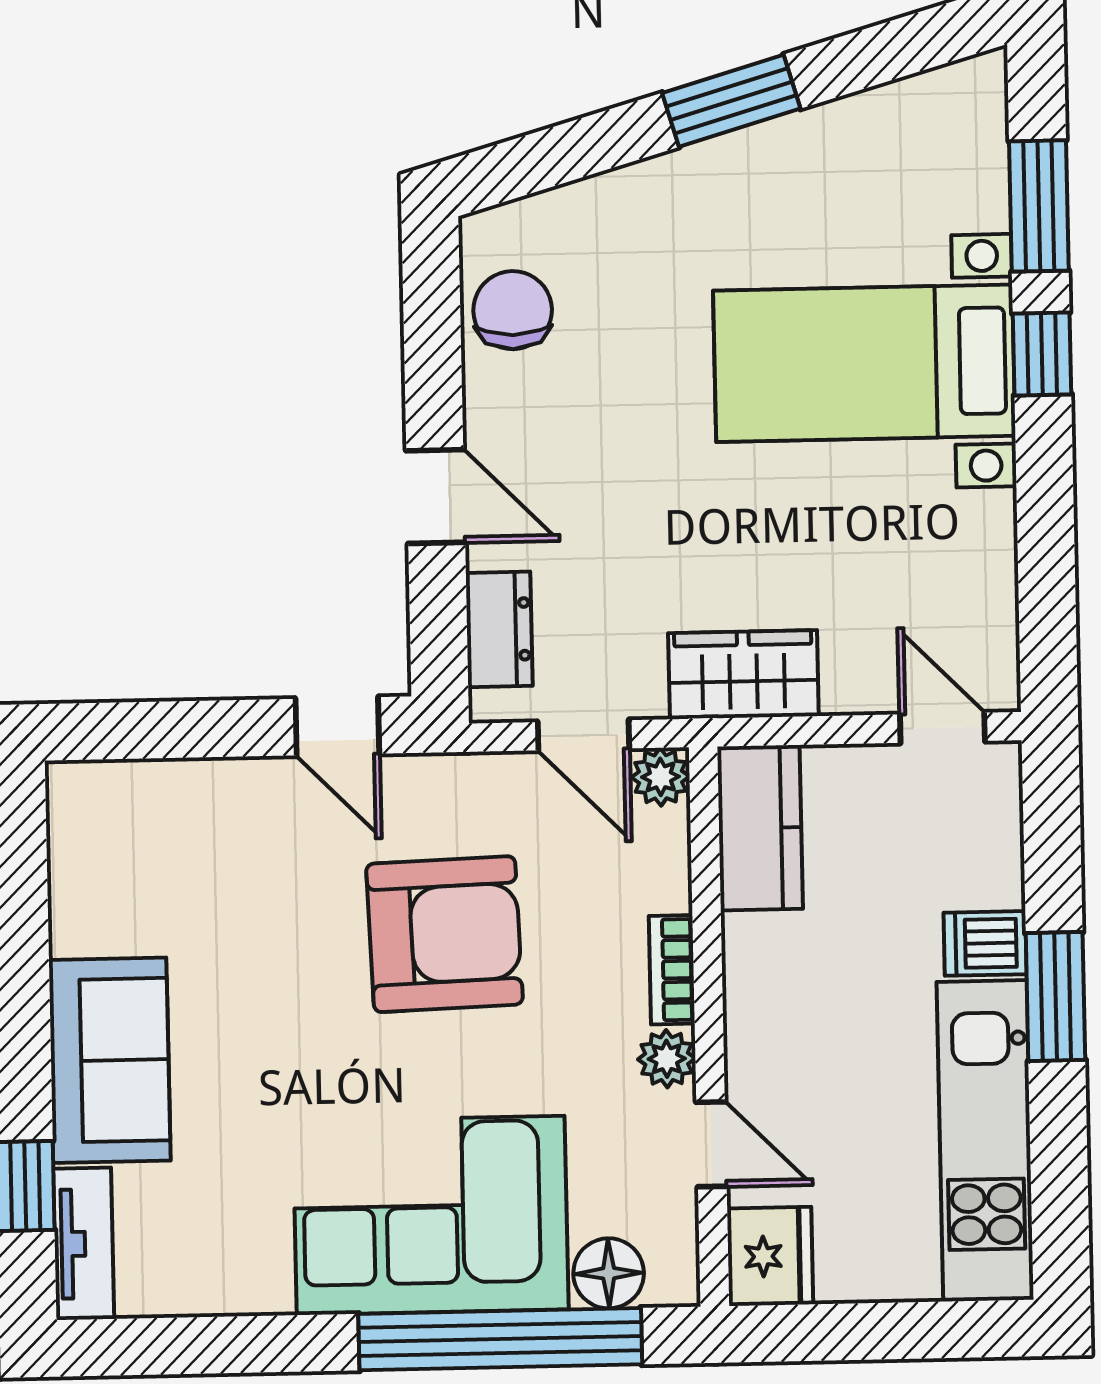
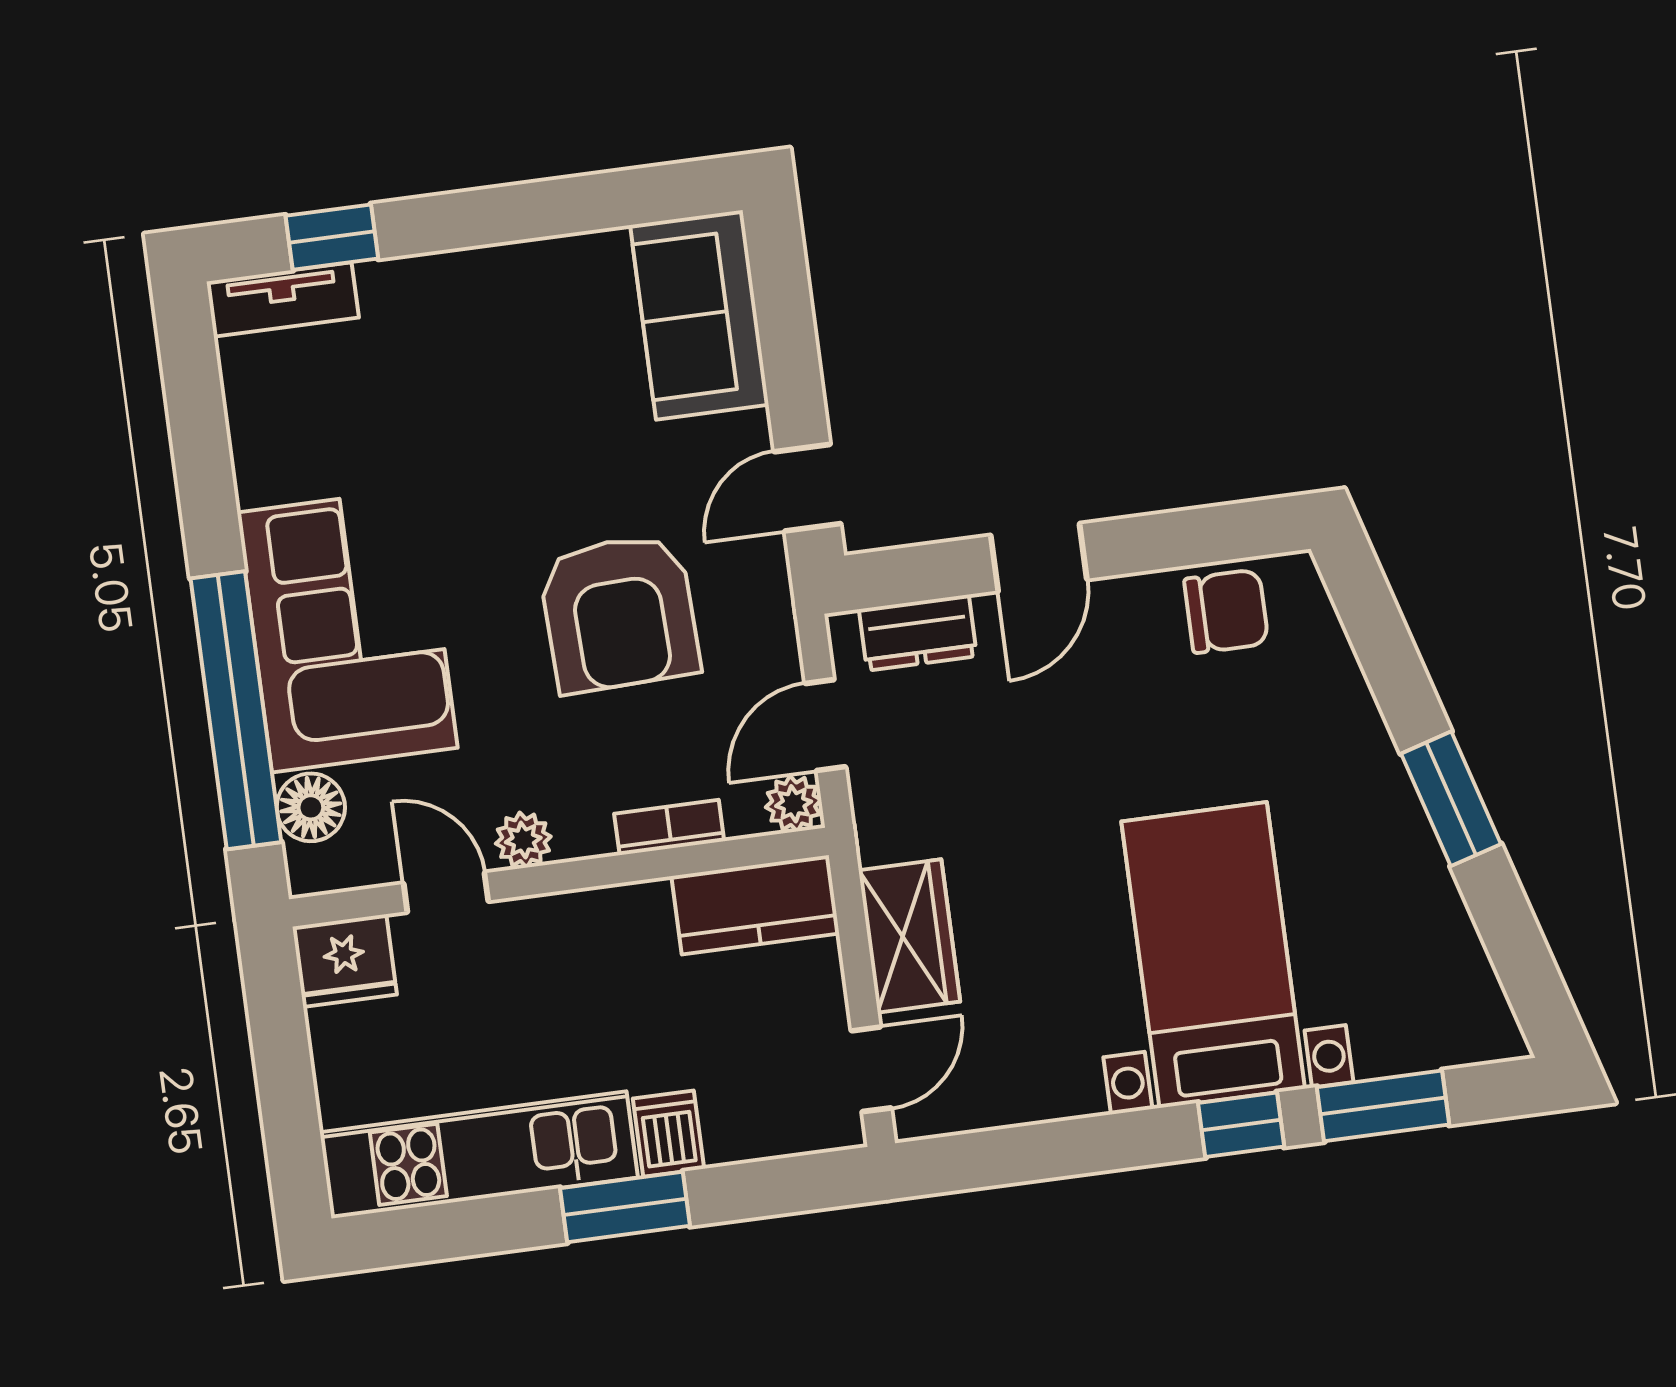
wardrobe: (743, 675) -> (909, 936), moved
bookcase: (672, 970) -> (669, 827), moved
sofa: (110, 1060) -> (699, 315), moved, turned 90
door: (711, 1144) -> (446, 892), swing flipped

